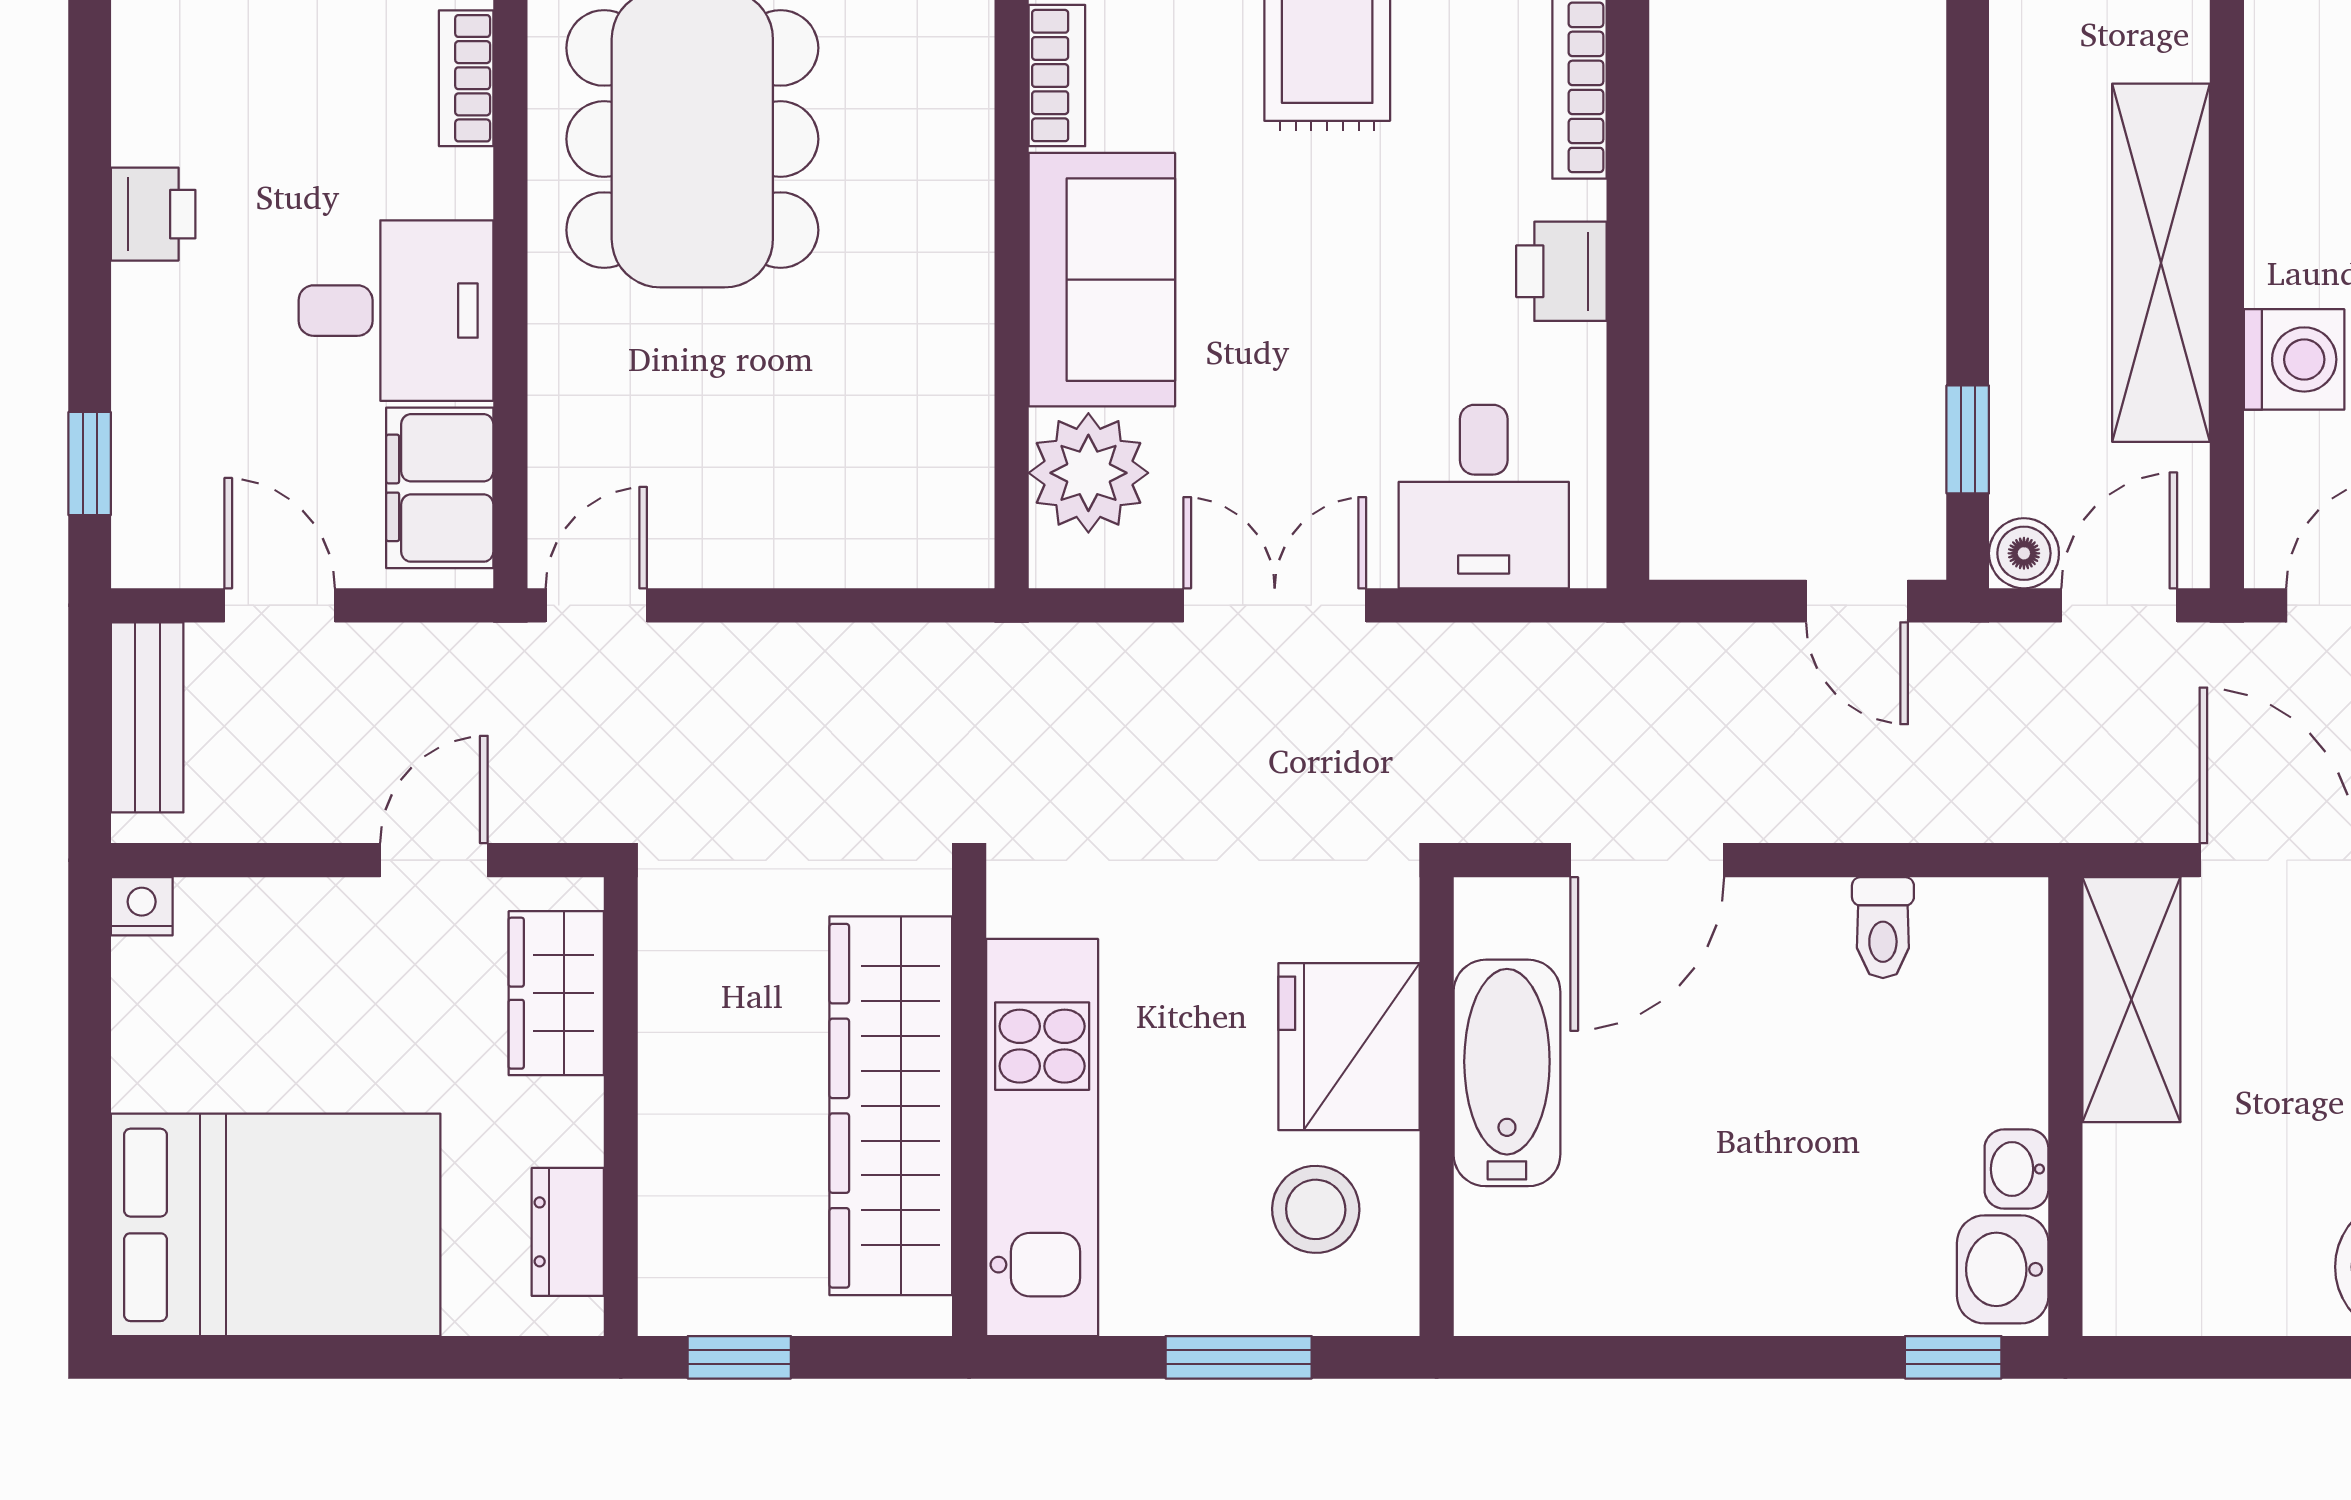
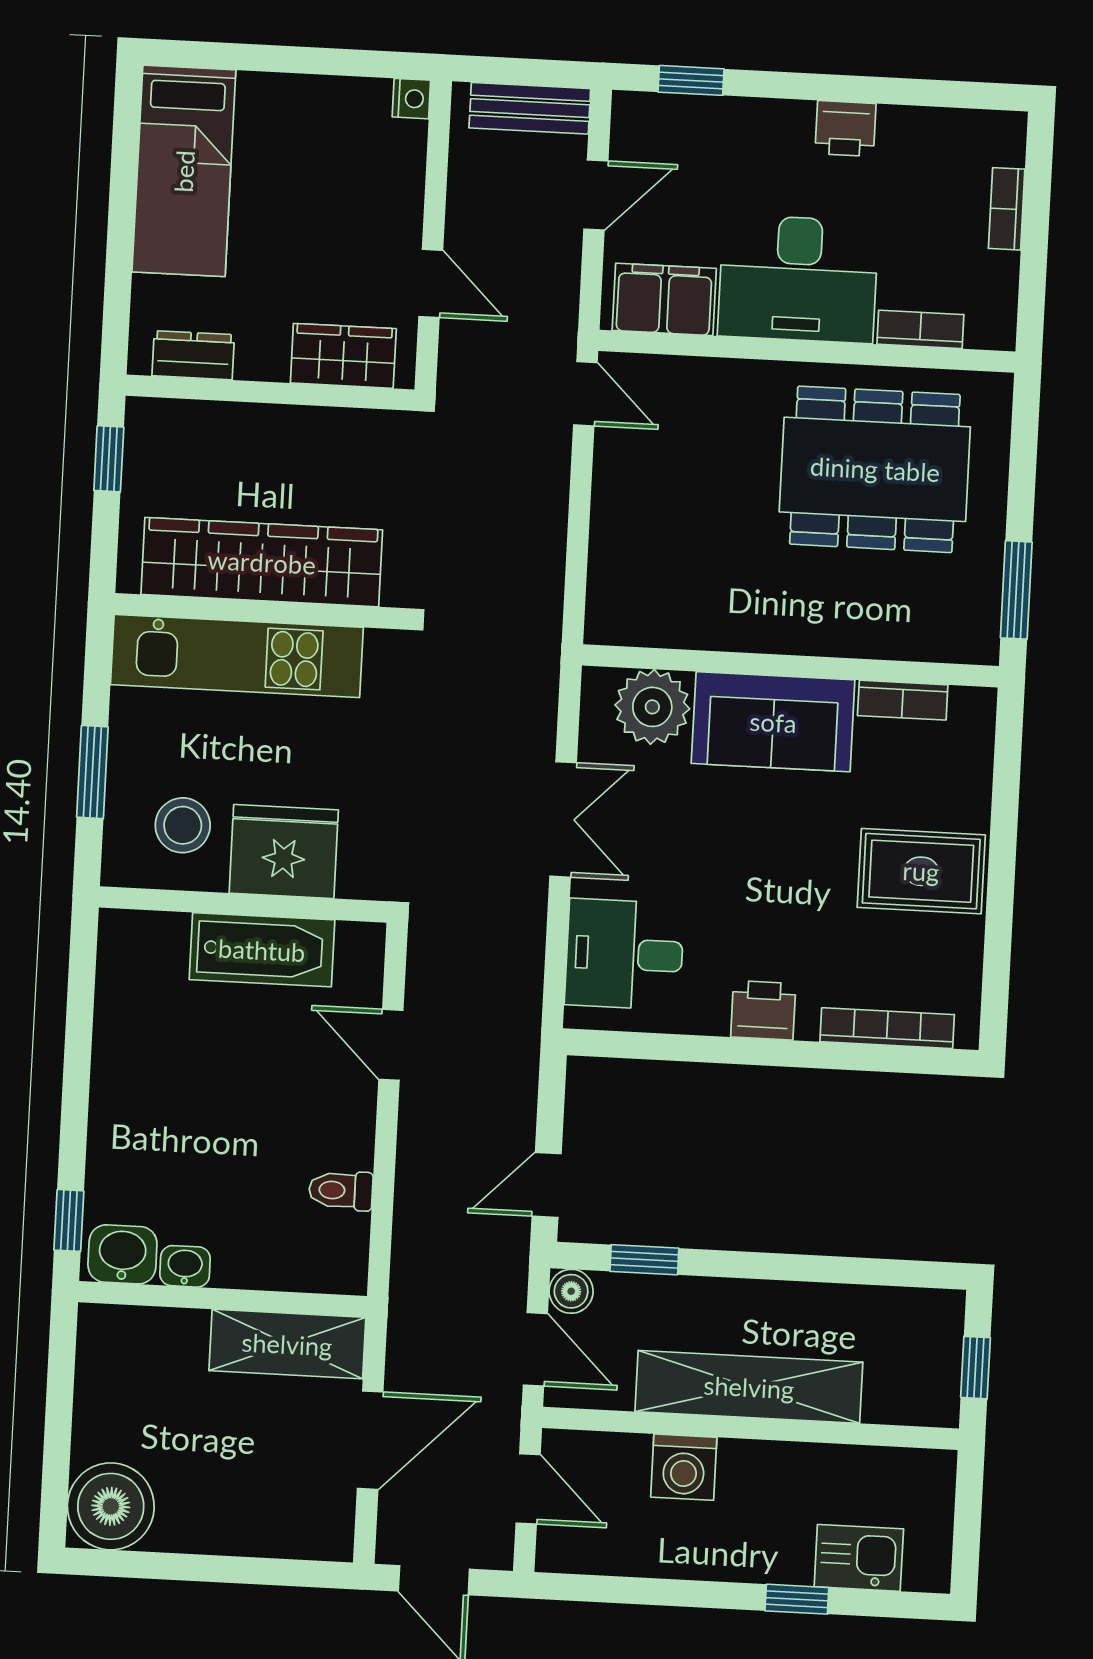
desk: (396, 311) -> (798, 279), width x1.37
door: (1647, 860) -> (391, 1045), width x0.73
bed: (276, 1225) -> (184, 171), width x0.67

